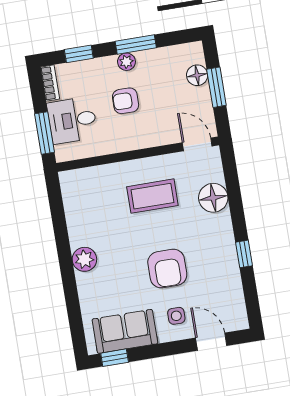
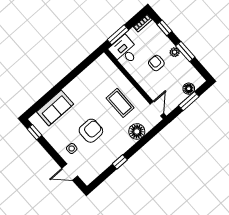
desk: (72, 120) -> (124, 51), moved
plant: (84, 259) -> (71, 90), removed
armchair: (167, 269) -> (91, 131), turned 180
sofa: (125, 331) -> (55, 108), moved, turned 90
door: (211, 342) -> (70, 172), swing flipped

